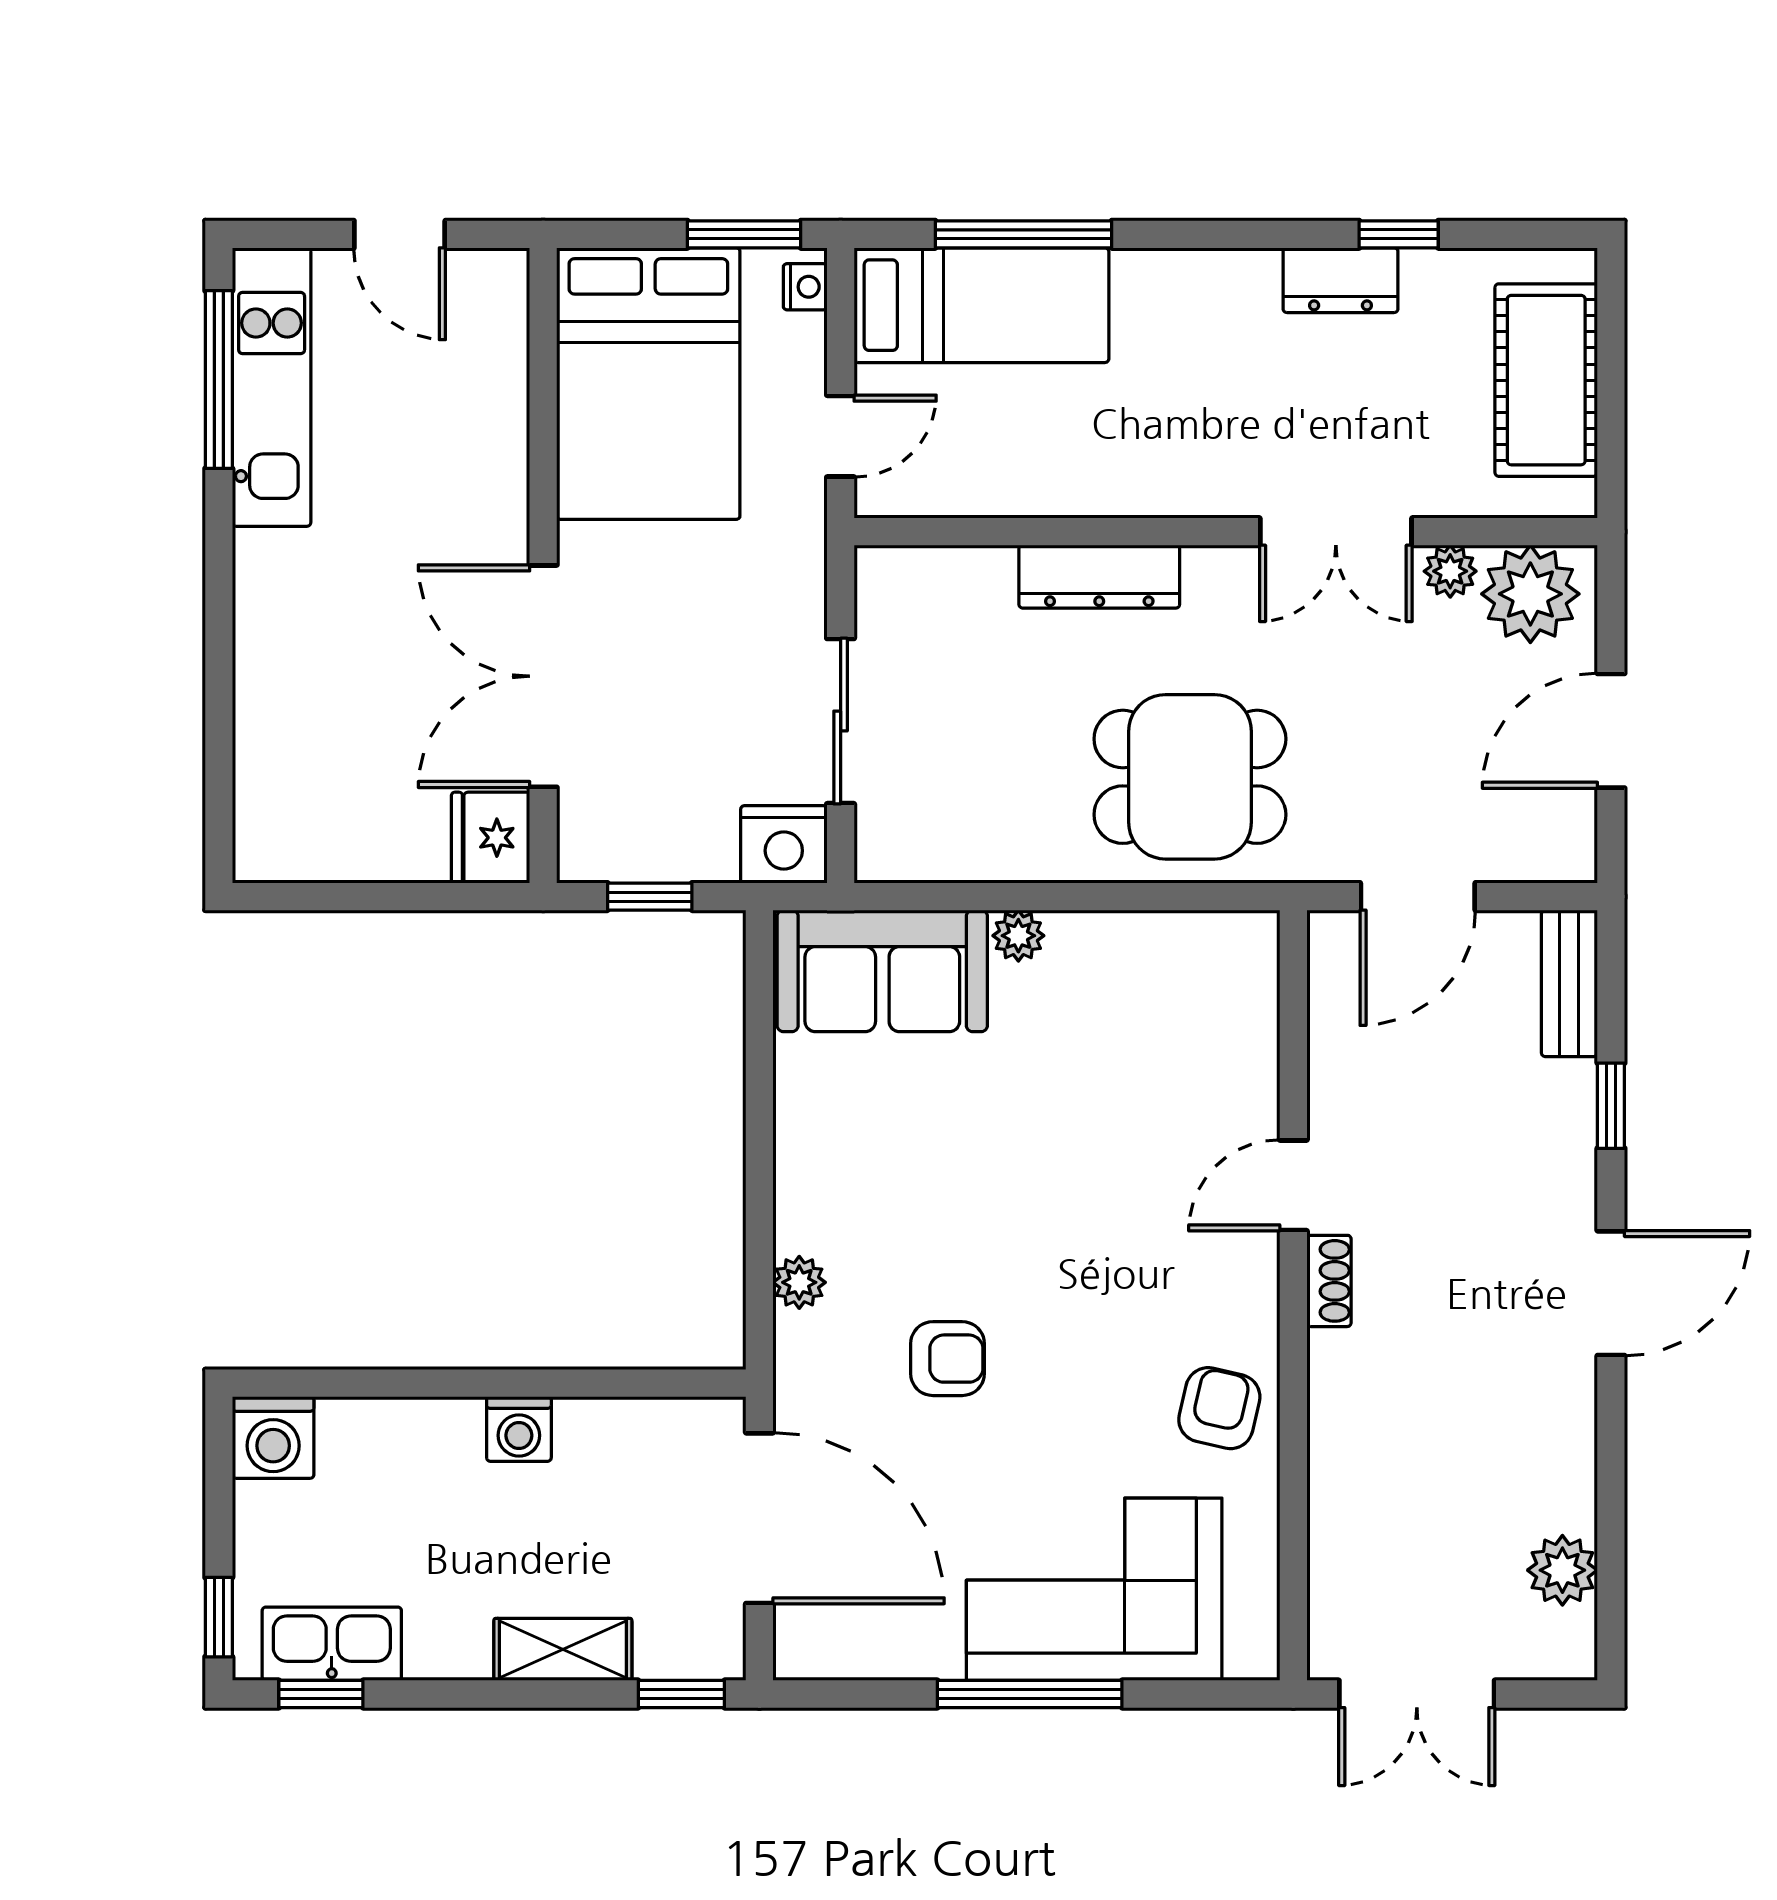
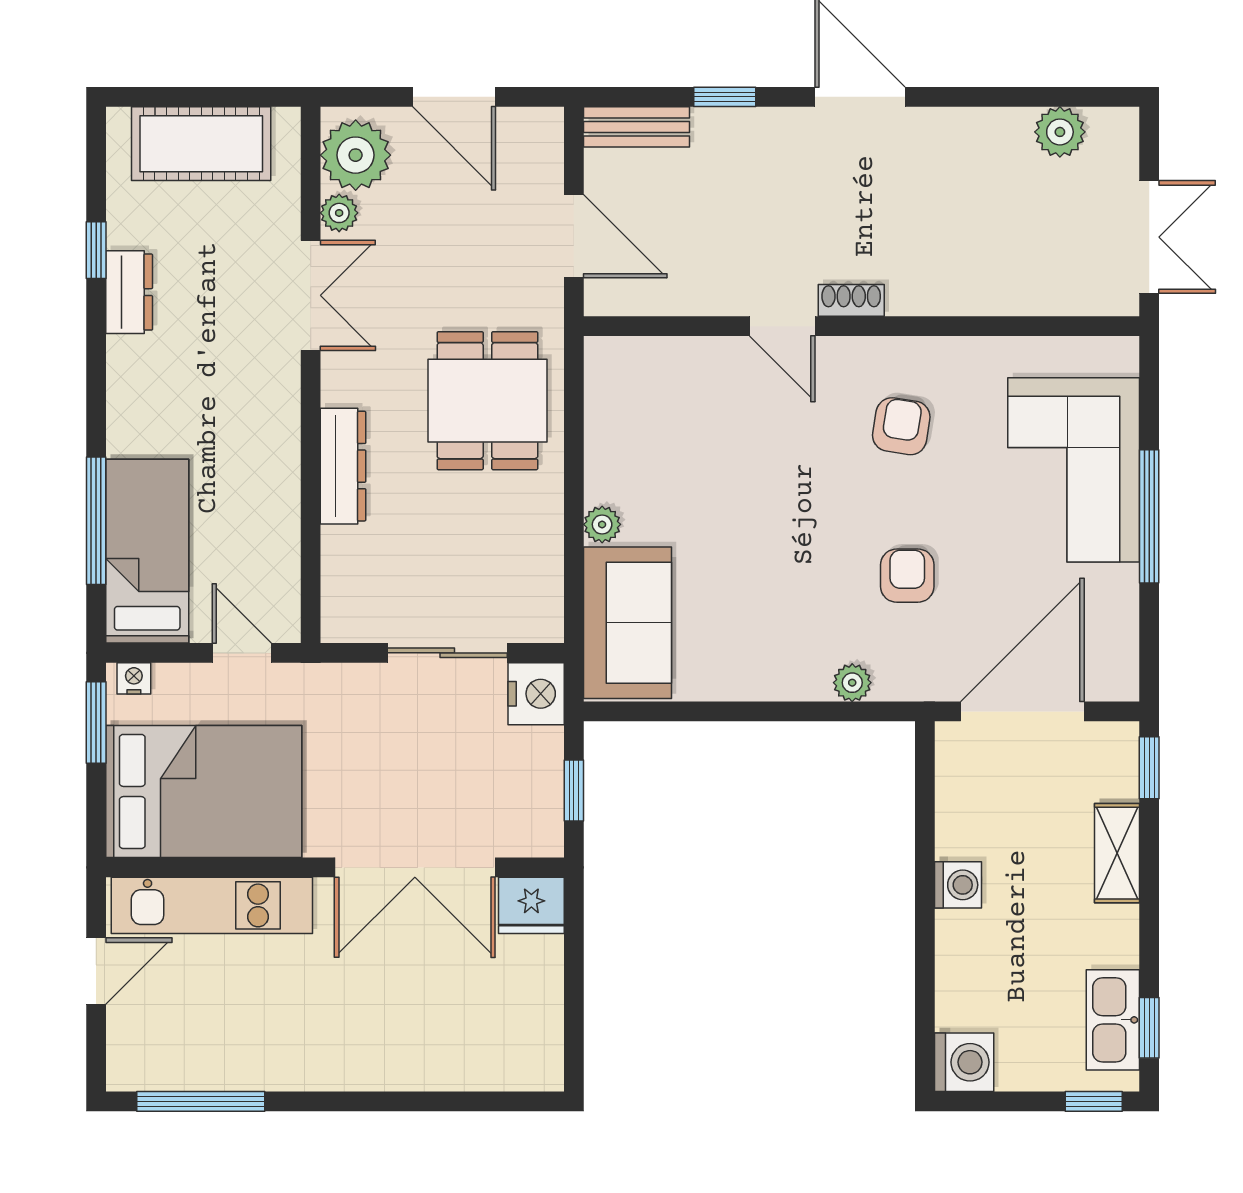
kitchen unit: (272, 387) -> (212, 905), moved, turned 180
armchair: (1219, 1408) -> (901, 426), moved, turned 86

